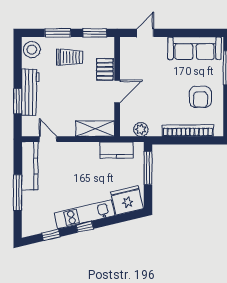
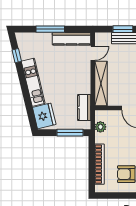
shelving: (95, 129) -> (101, 83), width x1.47
window: (85, 227) -> (23, 82), removed

